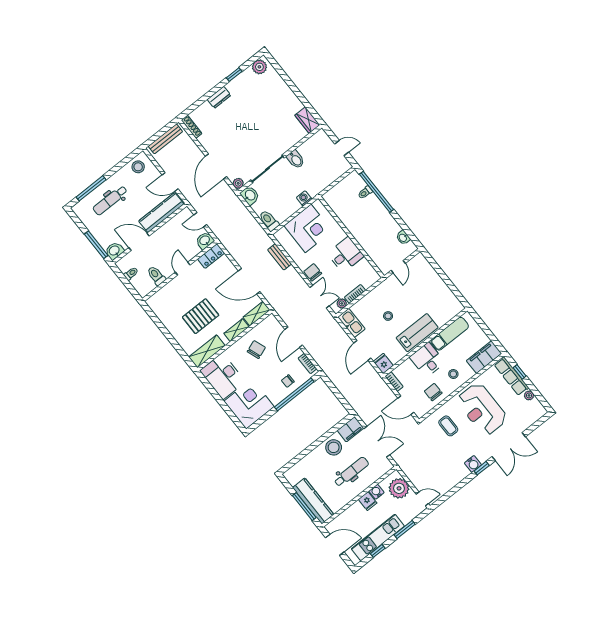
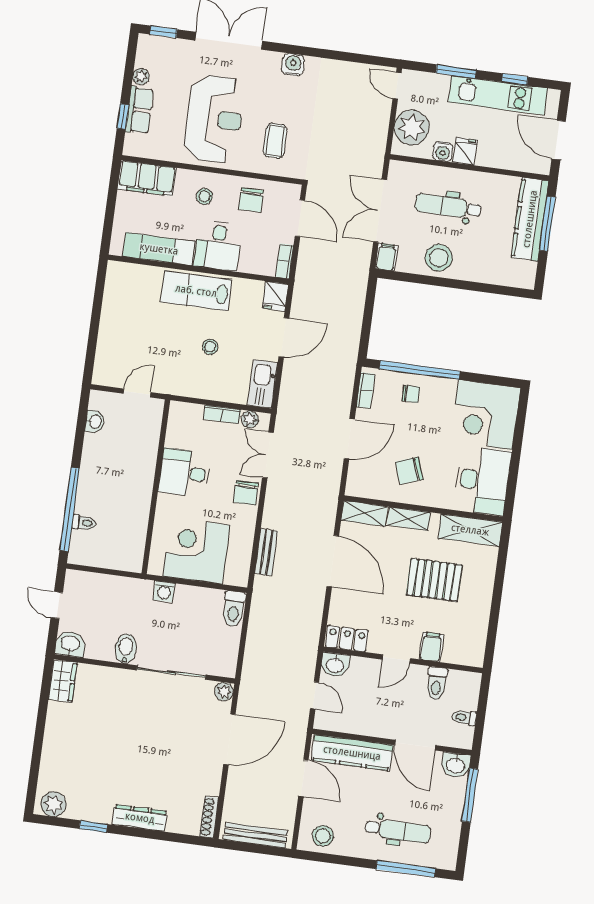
dresser: (219, 97) -> (140, 818), width x1.44
washbasin: (250, 195) -> (70, 644), moved, turned 90
filing cabinet: (174, 288) -> (431, 647), added
row of seats: (511, 376) -> (139, 110), width x0.68
filing cabinet: (351, 429) -> (386, 257), width x0.50
window: (482, 468) -> (163, 32), moved

